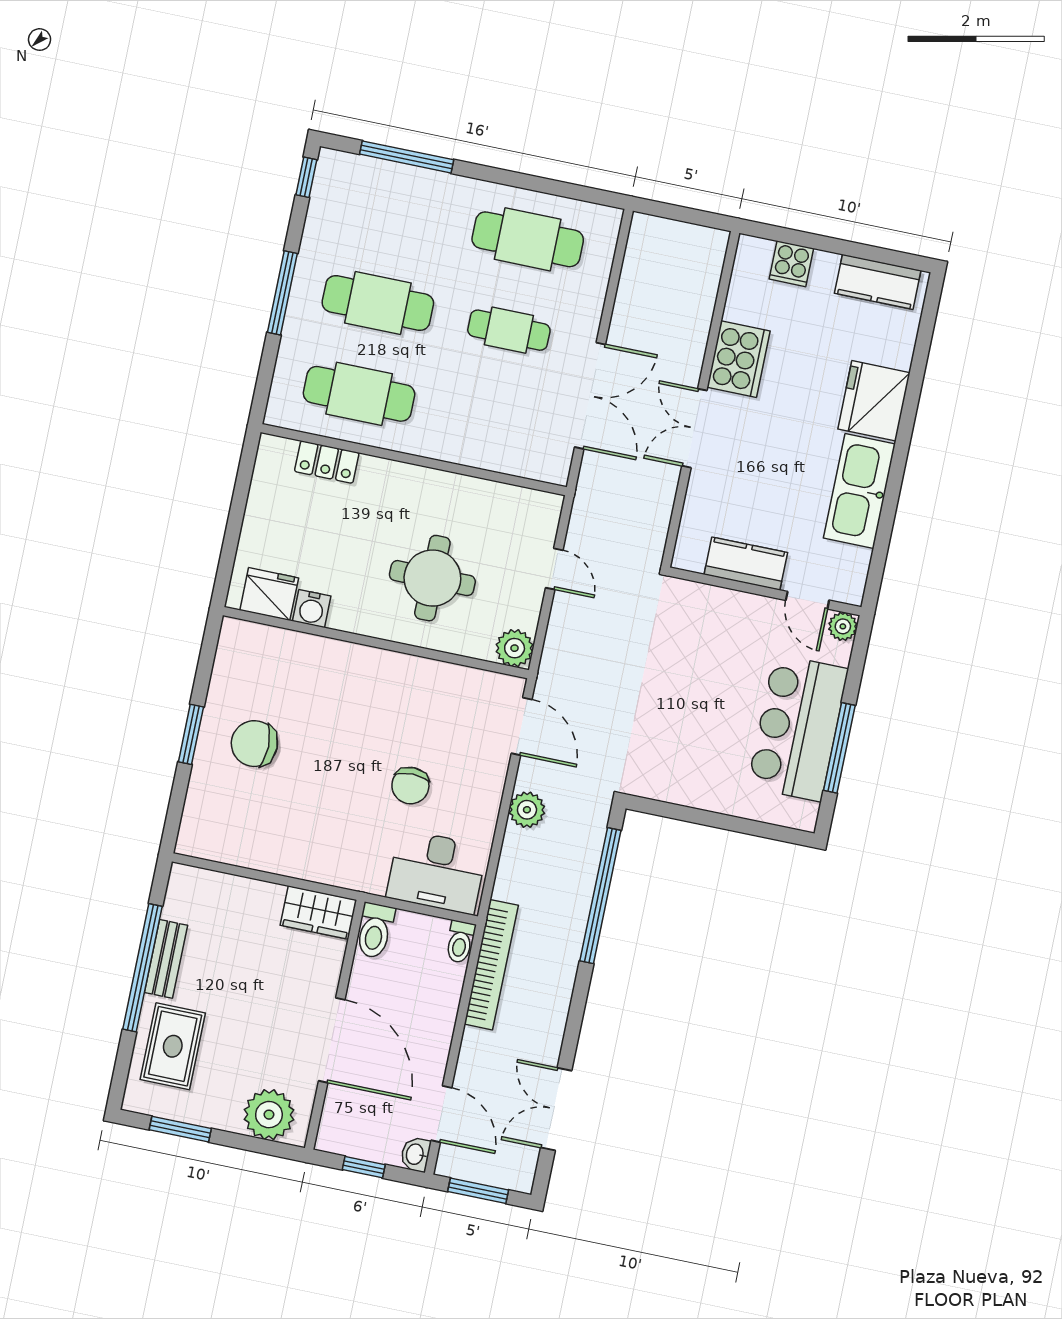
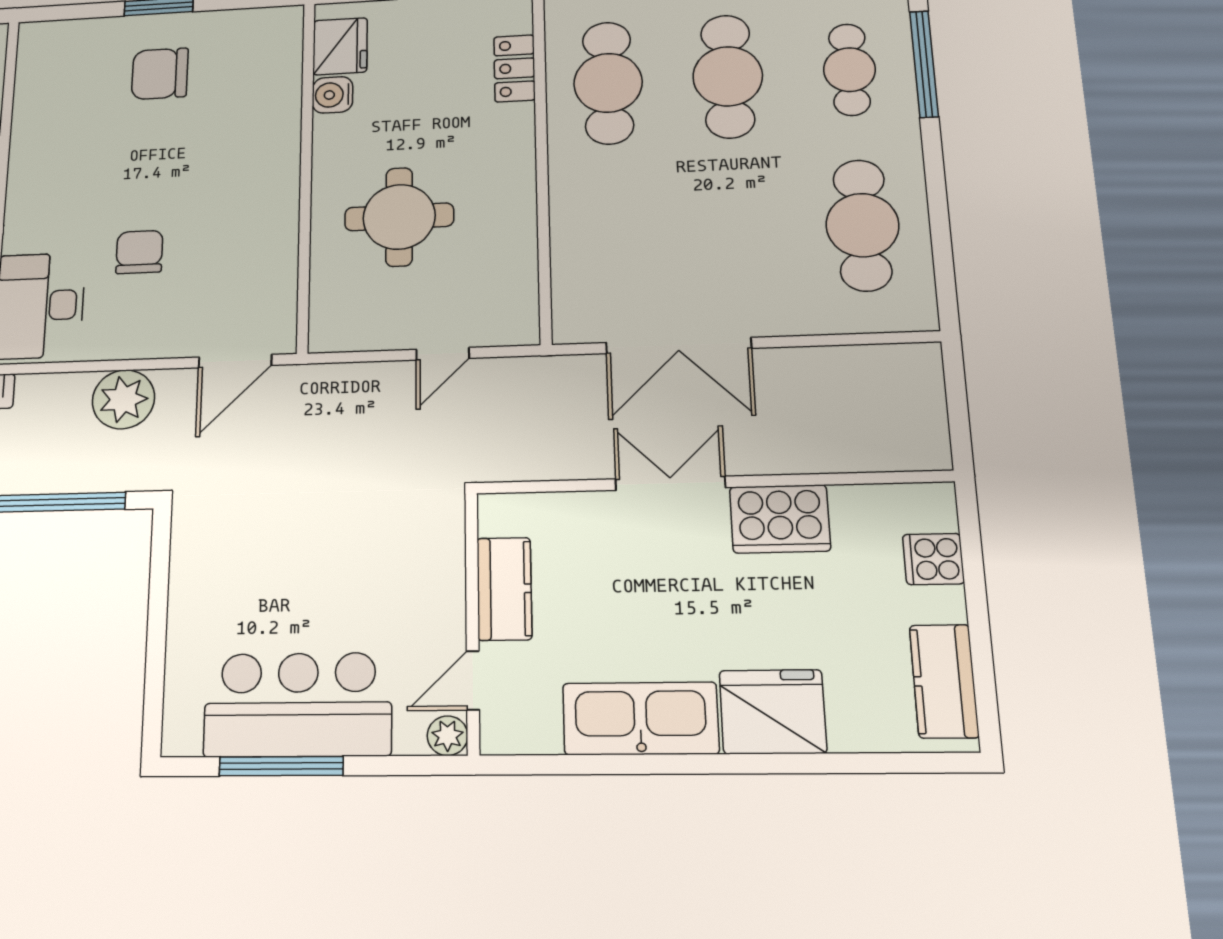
cafe table: (509, 330) -> (849, 70), moved
plant: (515, 648) -> (332, 330), removed
chair: (254, 744) -> (160, 74), turned -90
chair: (410, 786) -> (139, 252), turned 90
plant: (527, 810) -> (123, 399), width x1.36, depth x1.36

